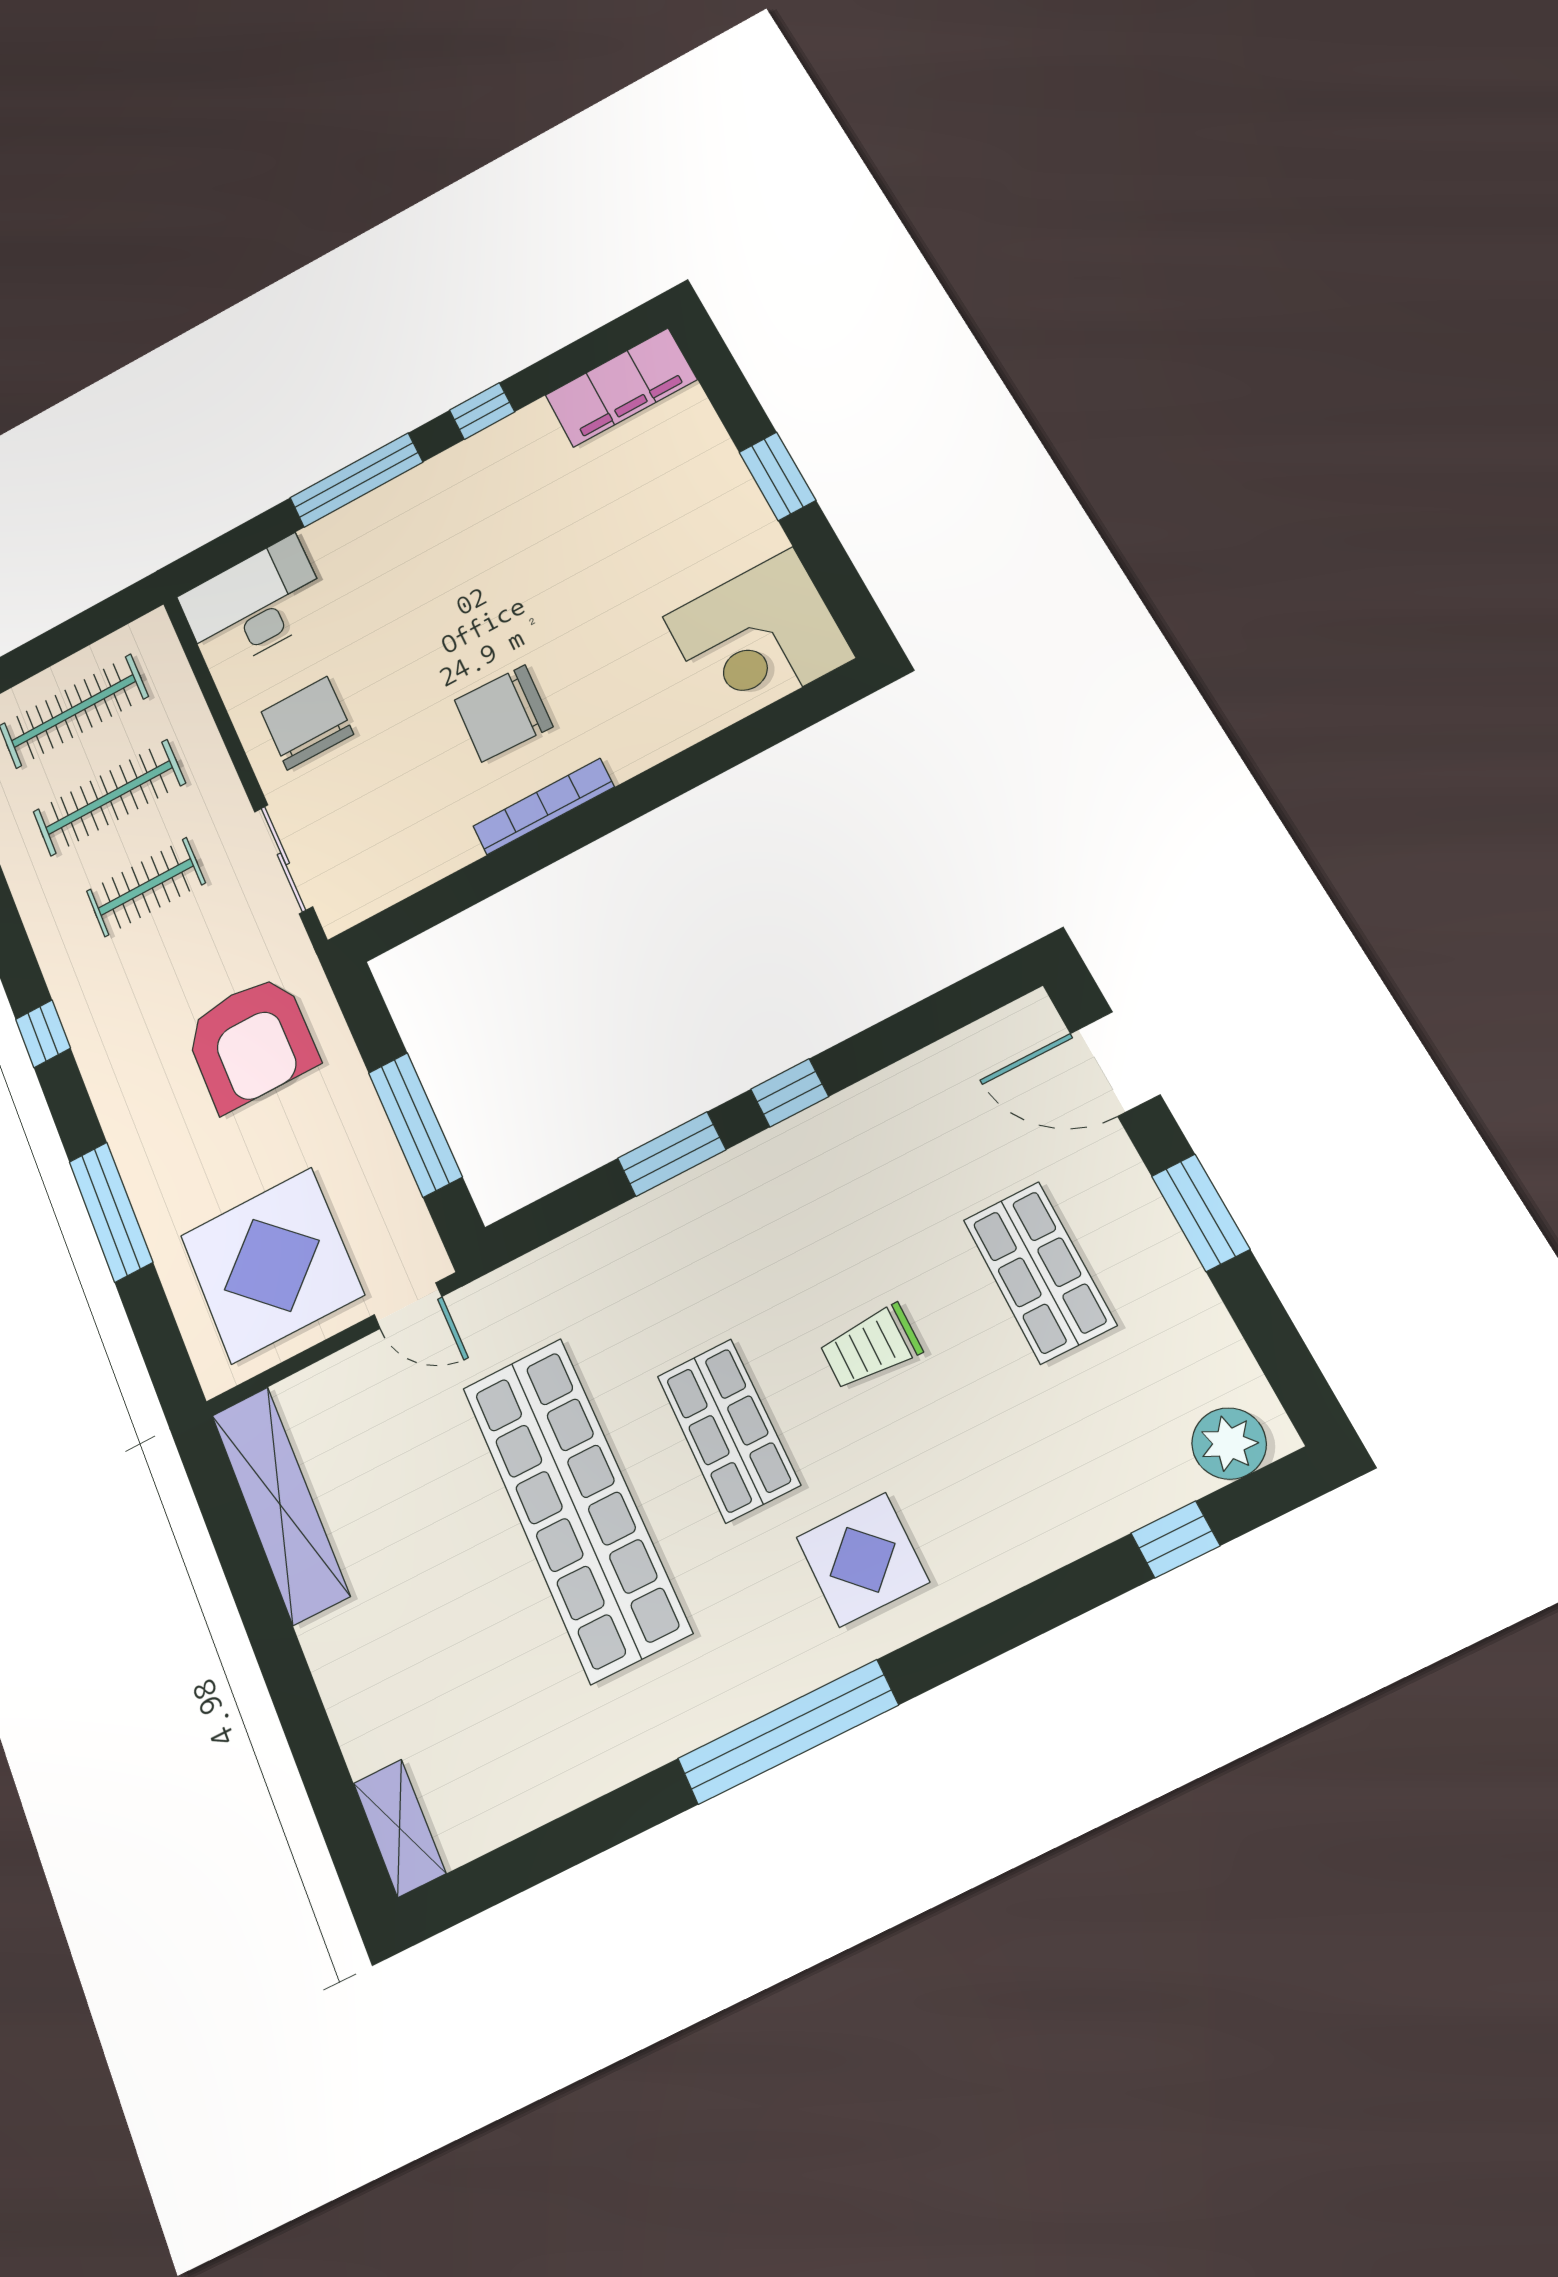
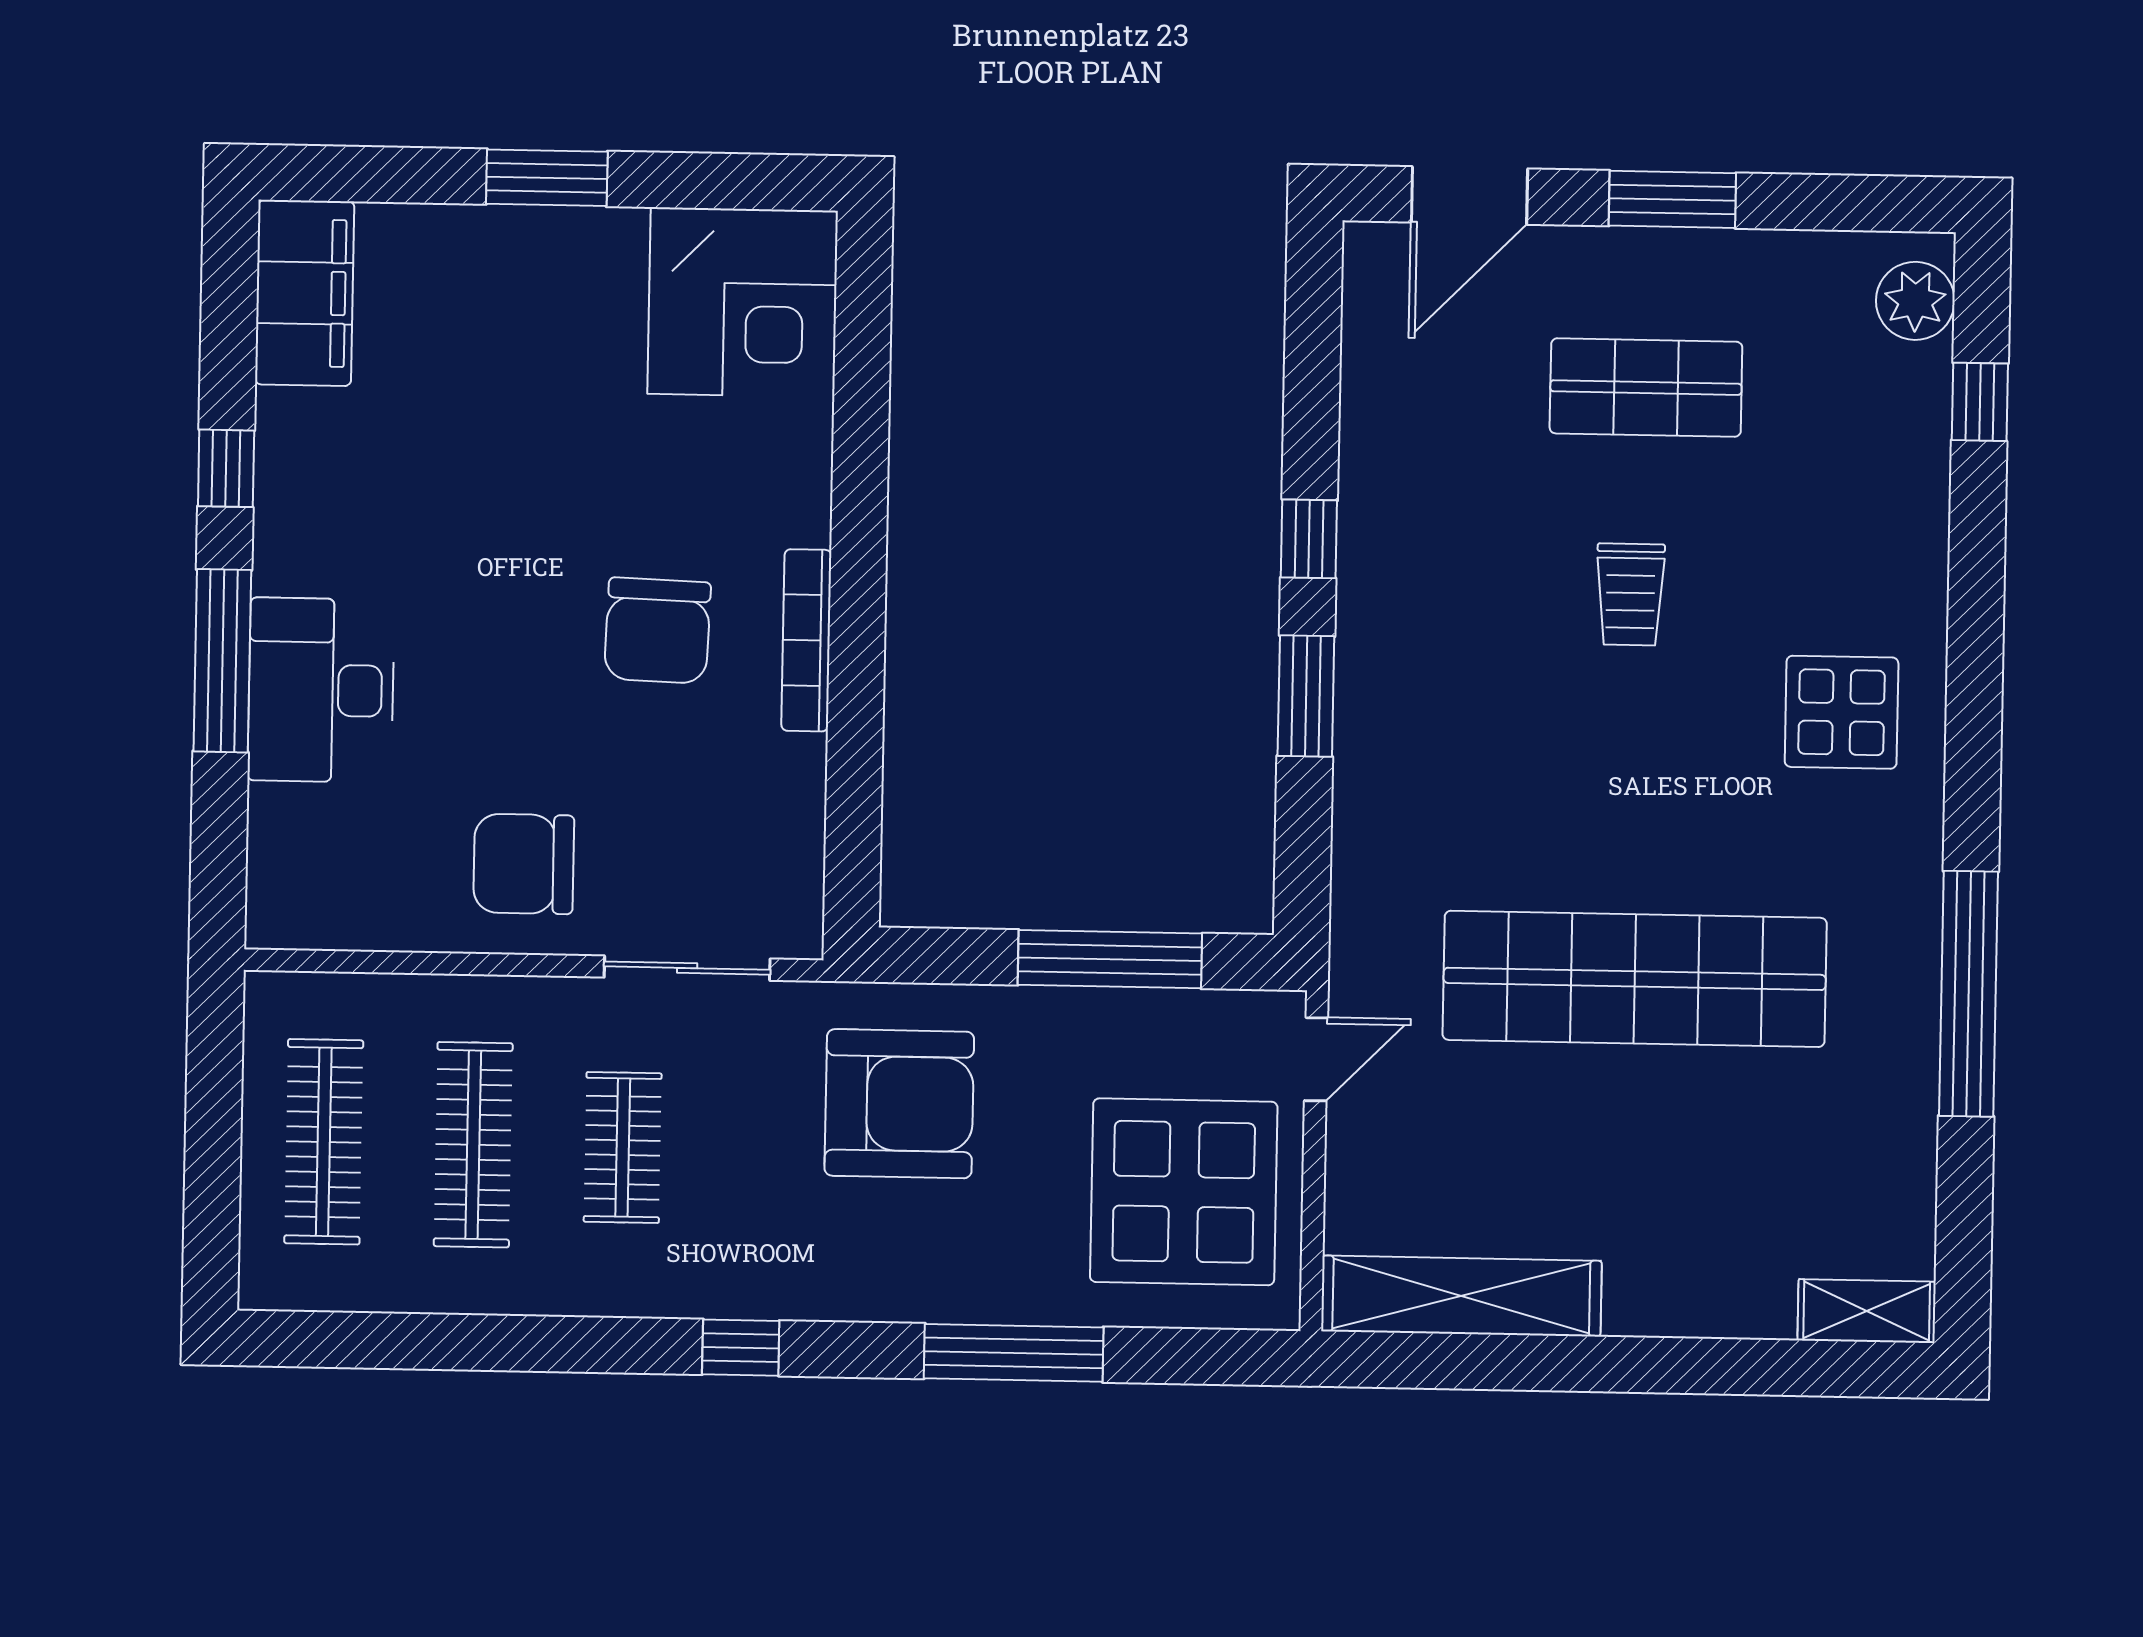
desk: (254, 605) -> (321, 690), moved
shop shelf: (728, 1430) -> (1638, 782), removed
window: (787, 1732) -> (1968, 994), moved

